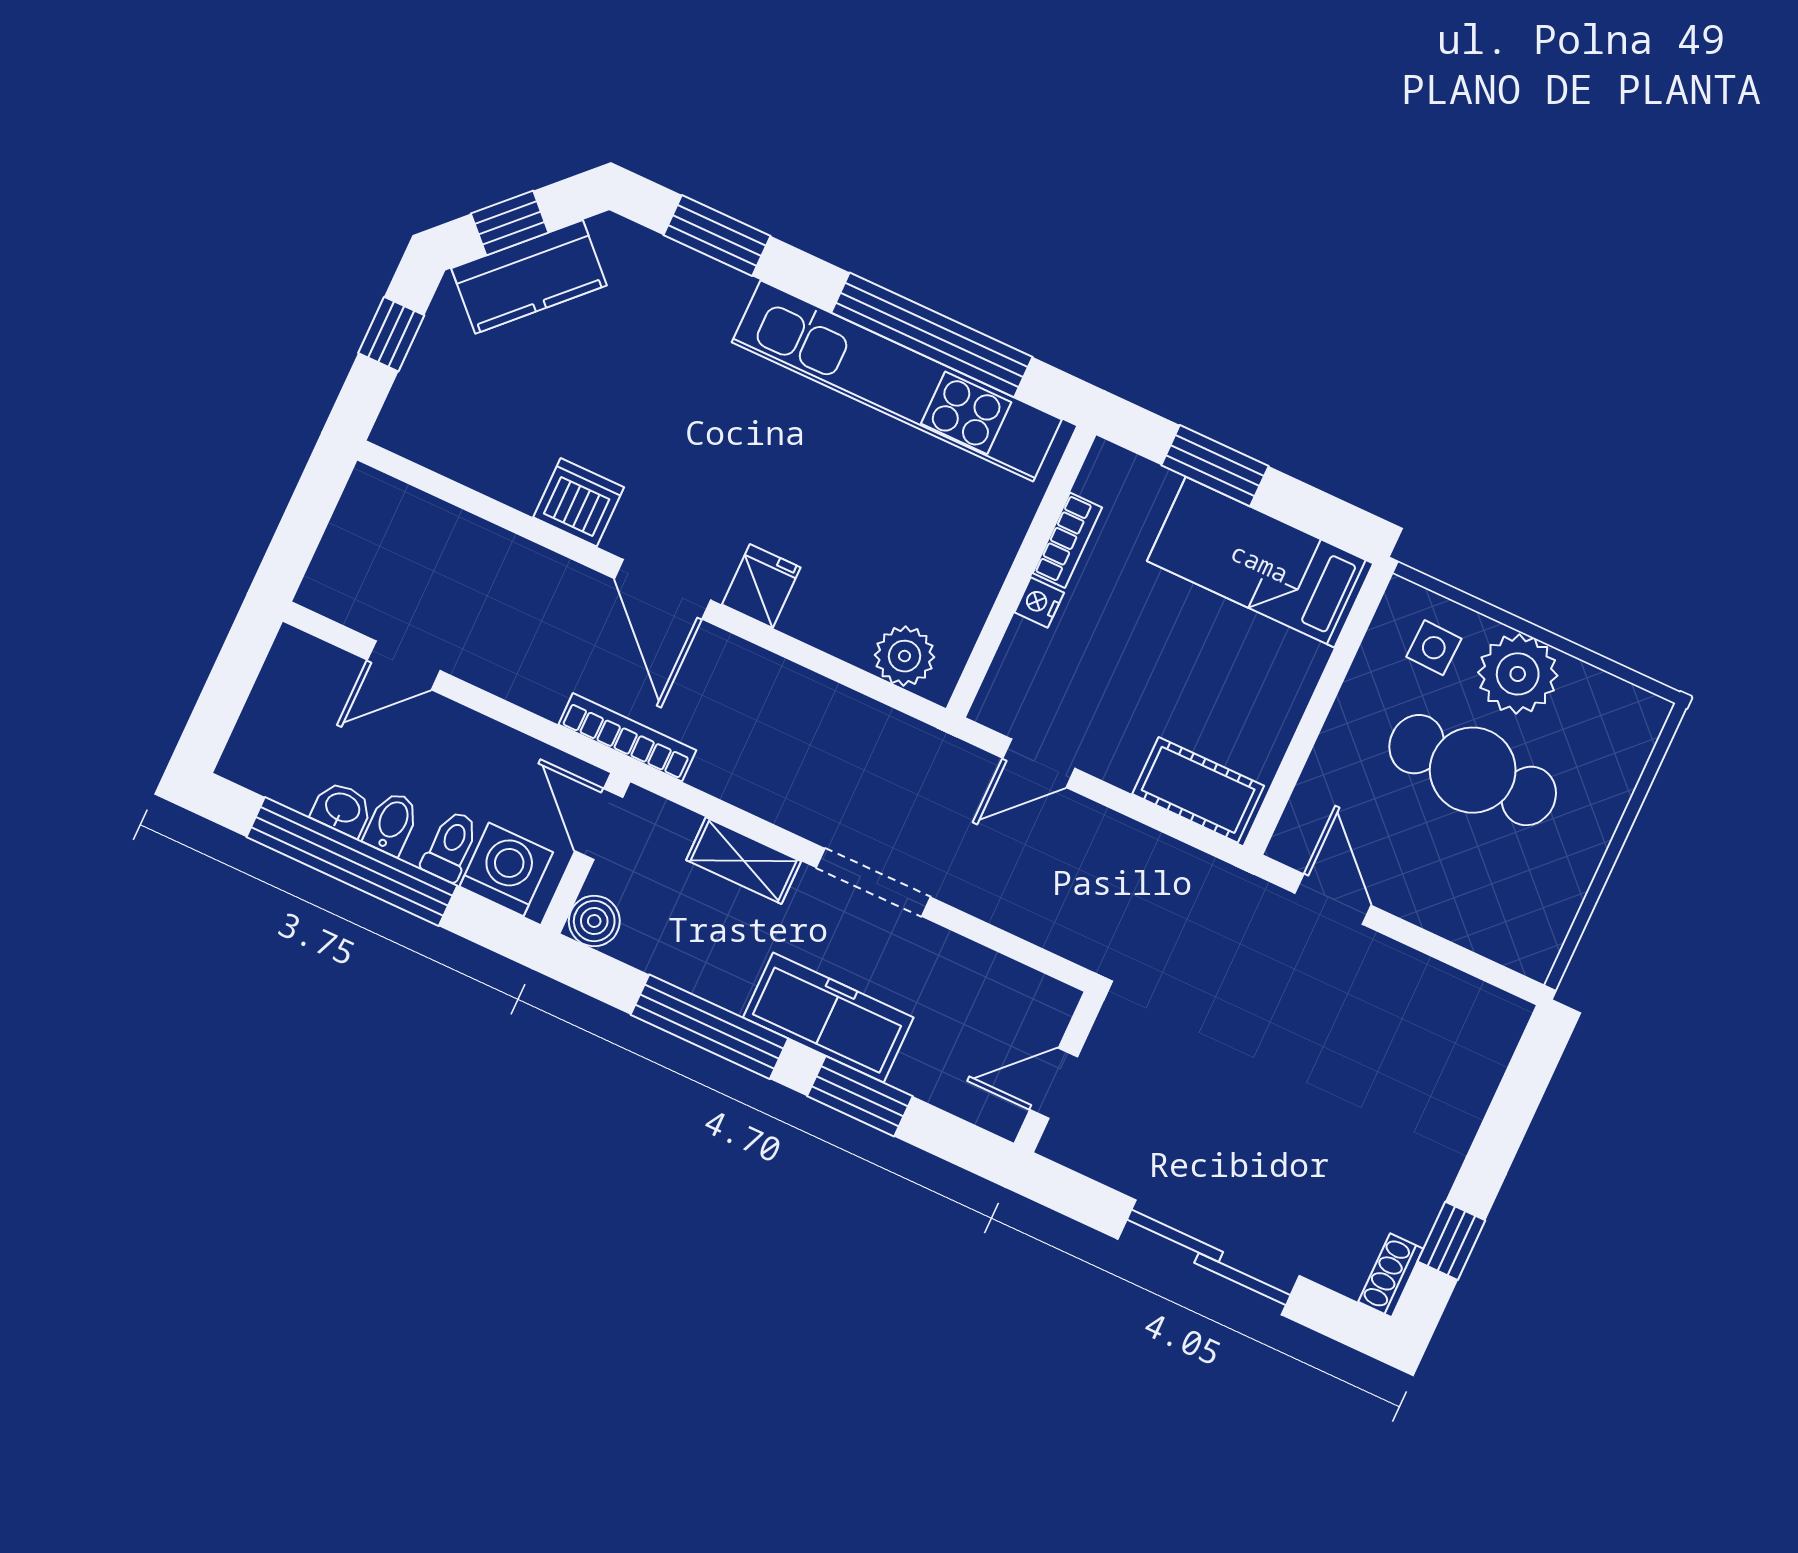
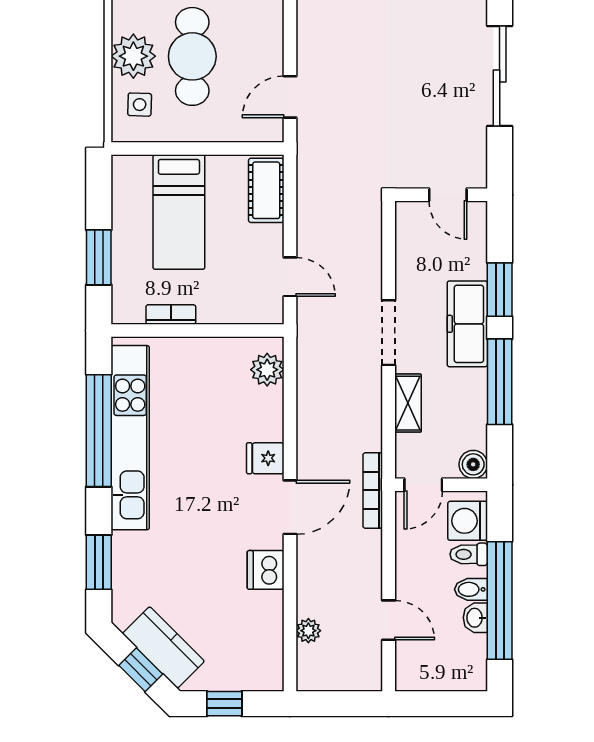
plant: (447, 526) -> (308, 631), added
bed: (1260, 562) -> (179, 212), moved
nightstand: (1039, 603) -> (209, 314), removed

